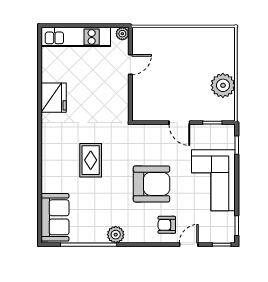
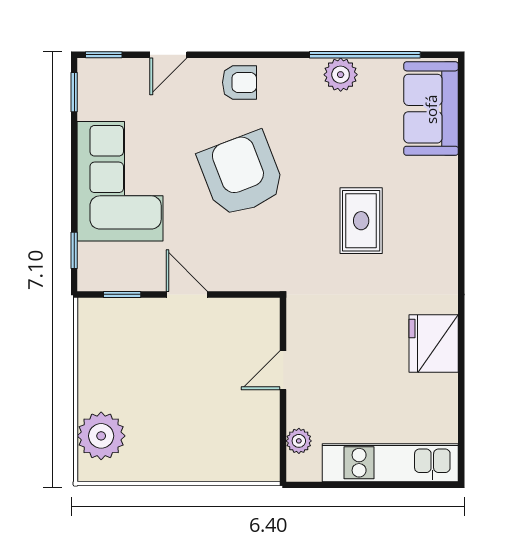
plant: (122, 34) -> (299, 441), moved
door: (130, 65) -> (283, 370), moved
plant: (223, 85) -> (101, 436), moved
armchair: (152, 184) -> (241, 174), turned 69
armchair: (167, 225) -> (239, 82), moved
plant: (116, 235) -> (341, 75), moved

